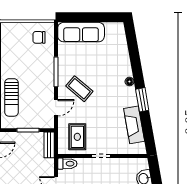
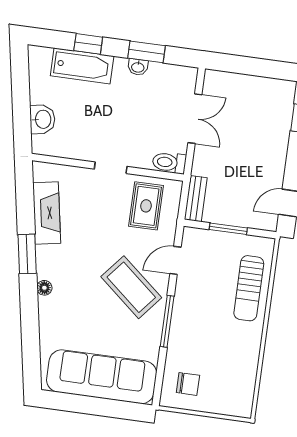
sofa: (81, 32) -> (102, 377), width x1.36, depth x1.27
coffee table: (79, 89) -> (131, 287), width x1.36, depth x1.32
sun lounger: (11, 97) -> (249, 288), turned 180

